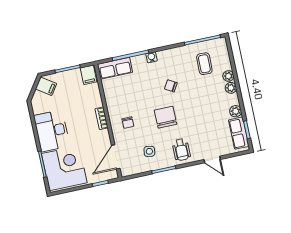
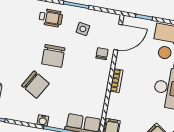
chair: (171, 86) -> (35, 85), width x1.87, depth x1.87
chair: (128, 123) -> (102, 54), moved
wheelchair: (181, 150) -> (51, 18), turned 90

